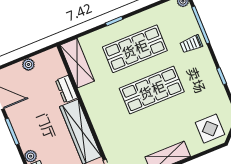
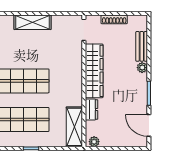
plant: (28, 64) -> (94, 142), moved

